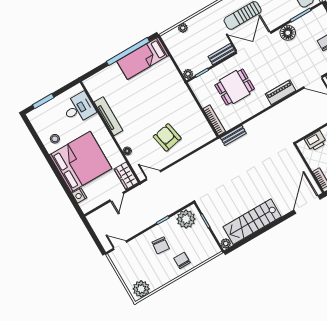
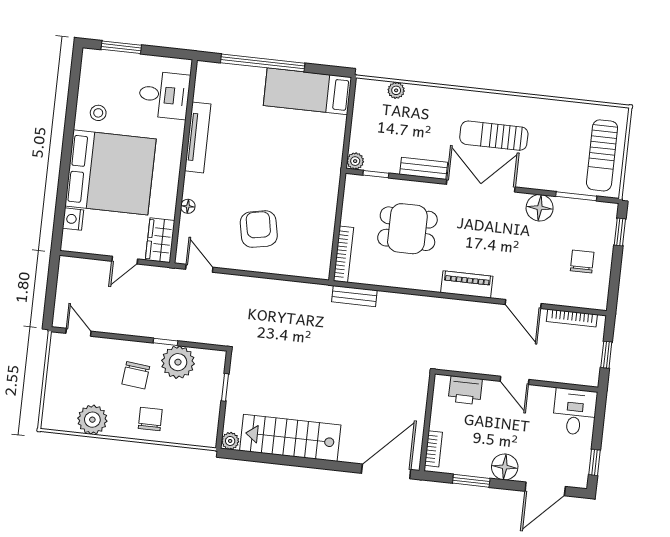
window: (128, 52) -> (263, 63), moved
plant: (186, 219) -> (178, 362), moved
plant: (141, 289) -> (92, 420), moved

